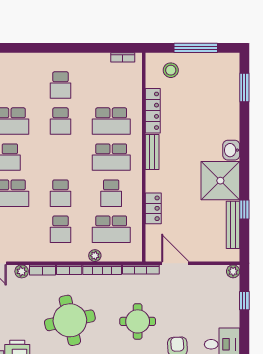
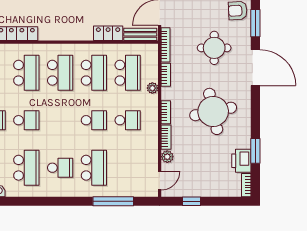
bench: (152, 152) -> (140, 34), moved
school desk: (111, 193) -> (94, 73), width x1.85
bookcase: (102, 270) -> (166, 75), width x0.64

